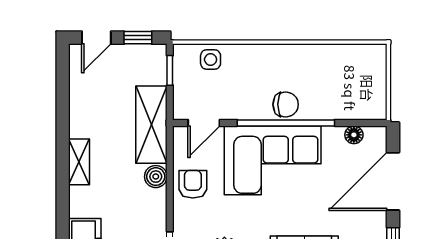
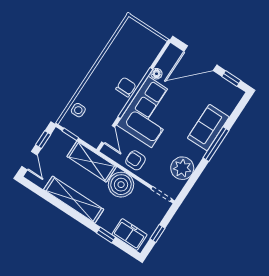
floor lamp: (354, 135) -> (157, 74), moved
shelving: (79, 162) -> (74, 200), width x2.20, depth x1.33
boiler: (156, 177) -> (121, 185), width x1.86, depth x1.86
door: (393, 181) -> (200, 58), hinge flipped
window: (63, 211) -> (106, 235), added

